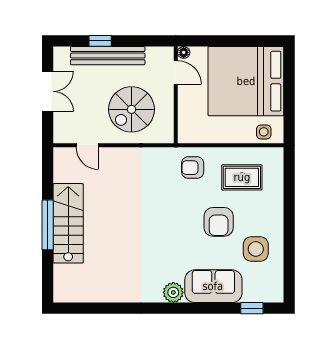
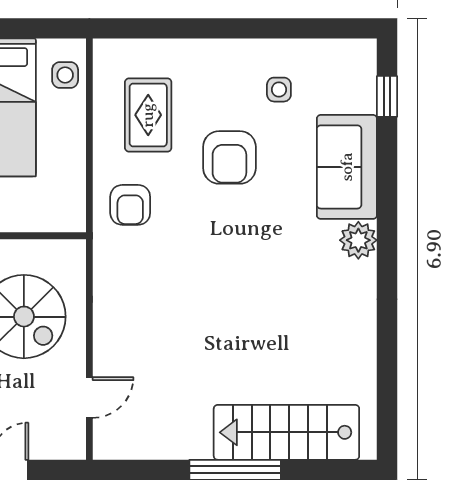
armchair: (219, 222) -> (229, 157), turned 90
stairs: (68, 223) -> (286, 432), moved
side table: (256, 249) -> (279, 90), width x0.54, depth x0.54

